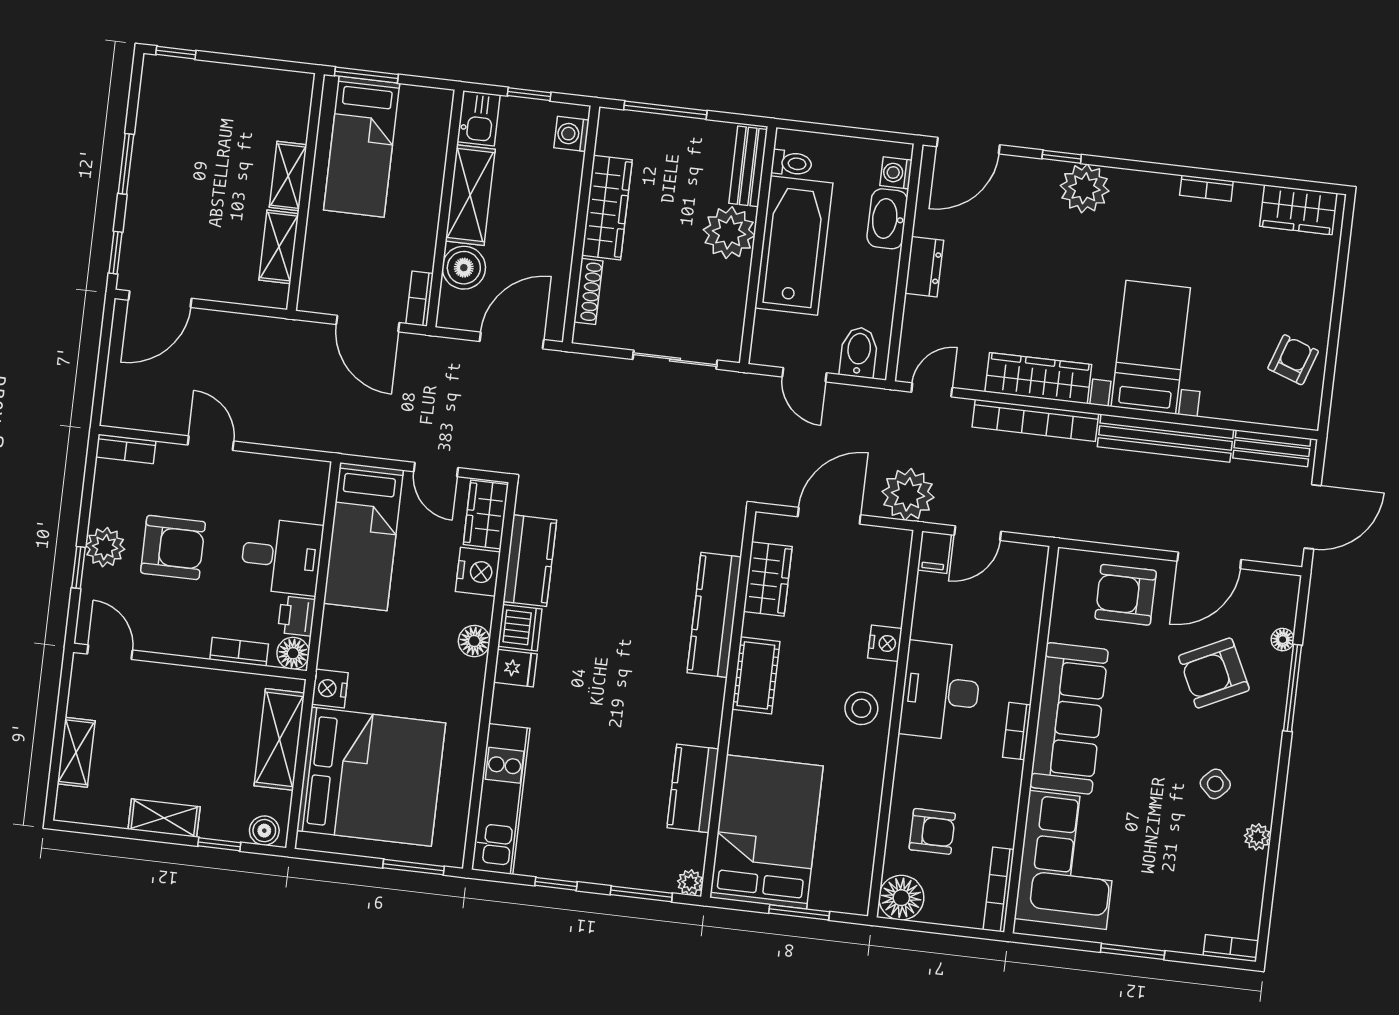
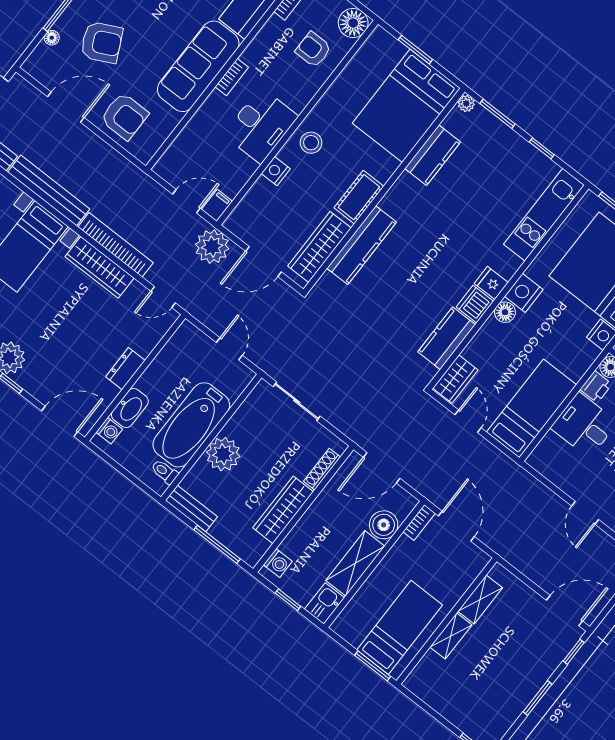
bench: (748, 166) -> (191, 509), moved, turned 90
bidet: (859, 352) -> (191, 343), removed
nightstand: (478, 572) -> (524, 293), moved
wardrobe: (768, 579) -> (319, 247), width x1.50

